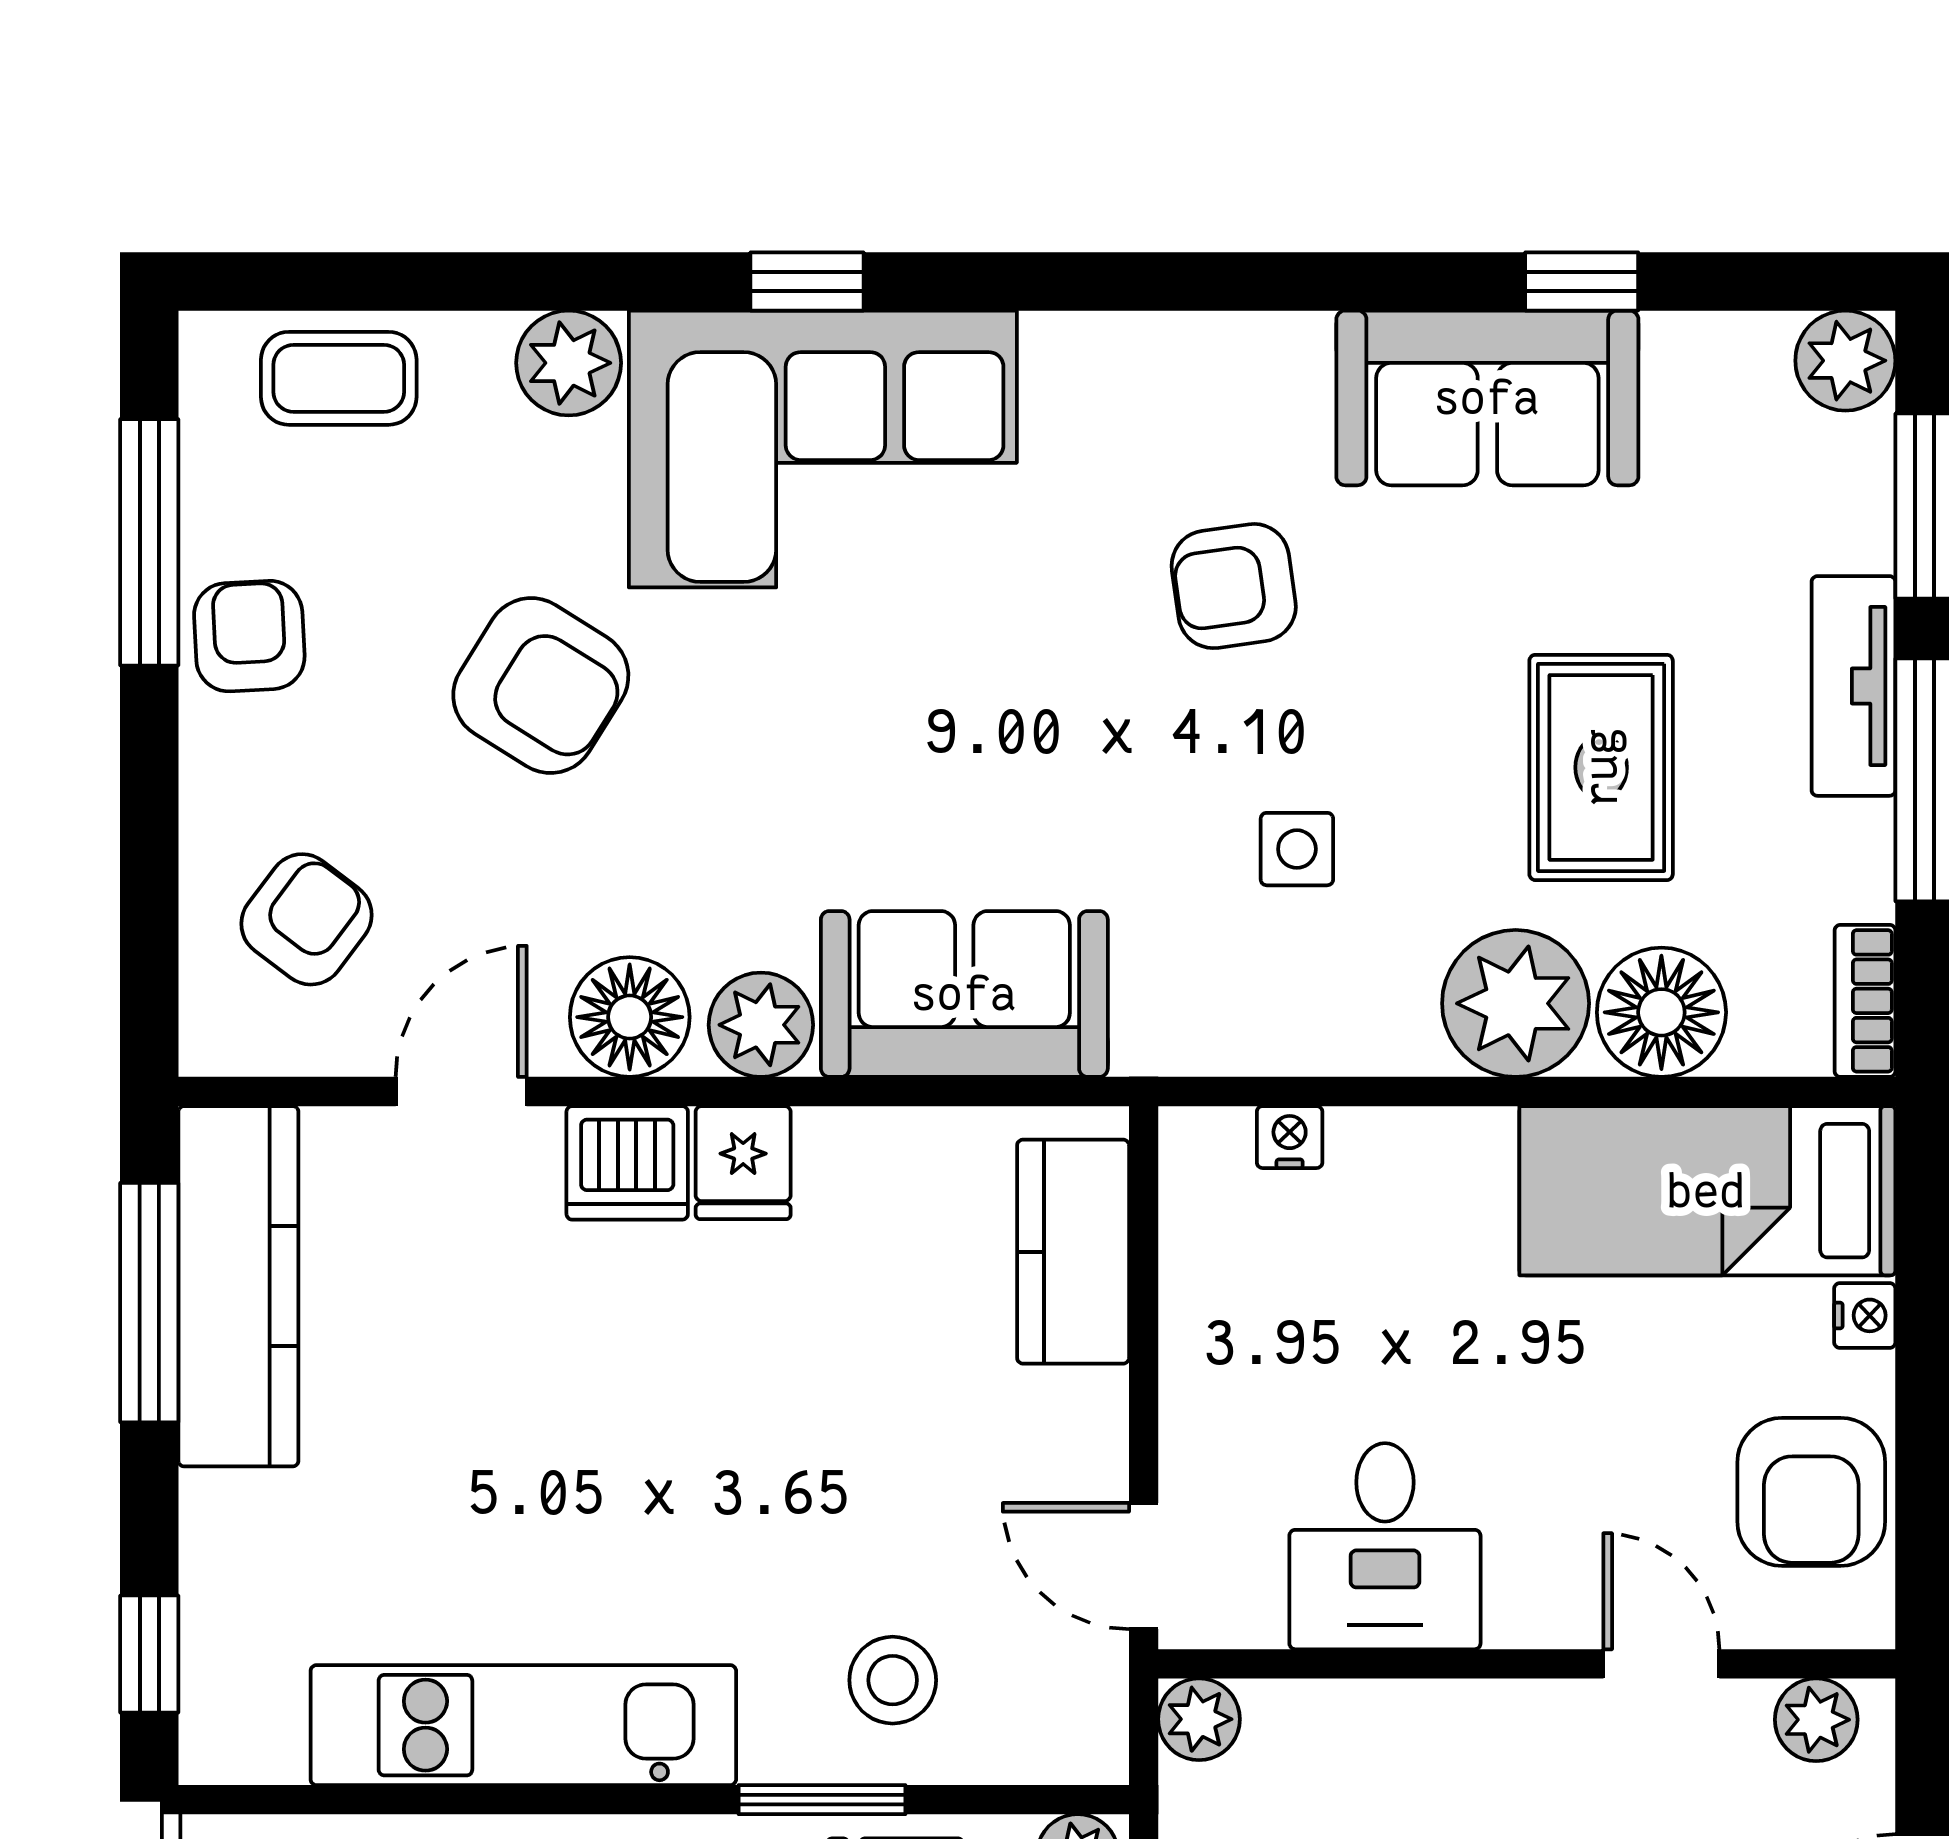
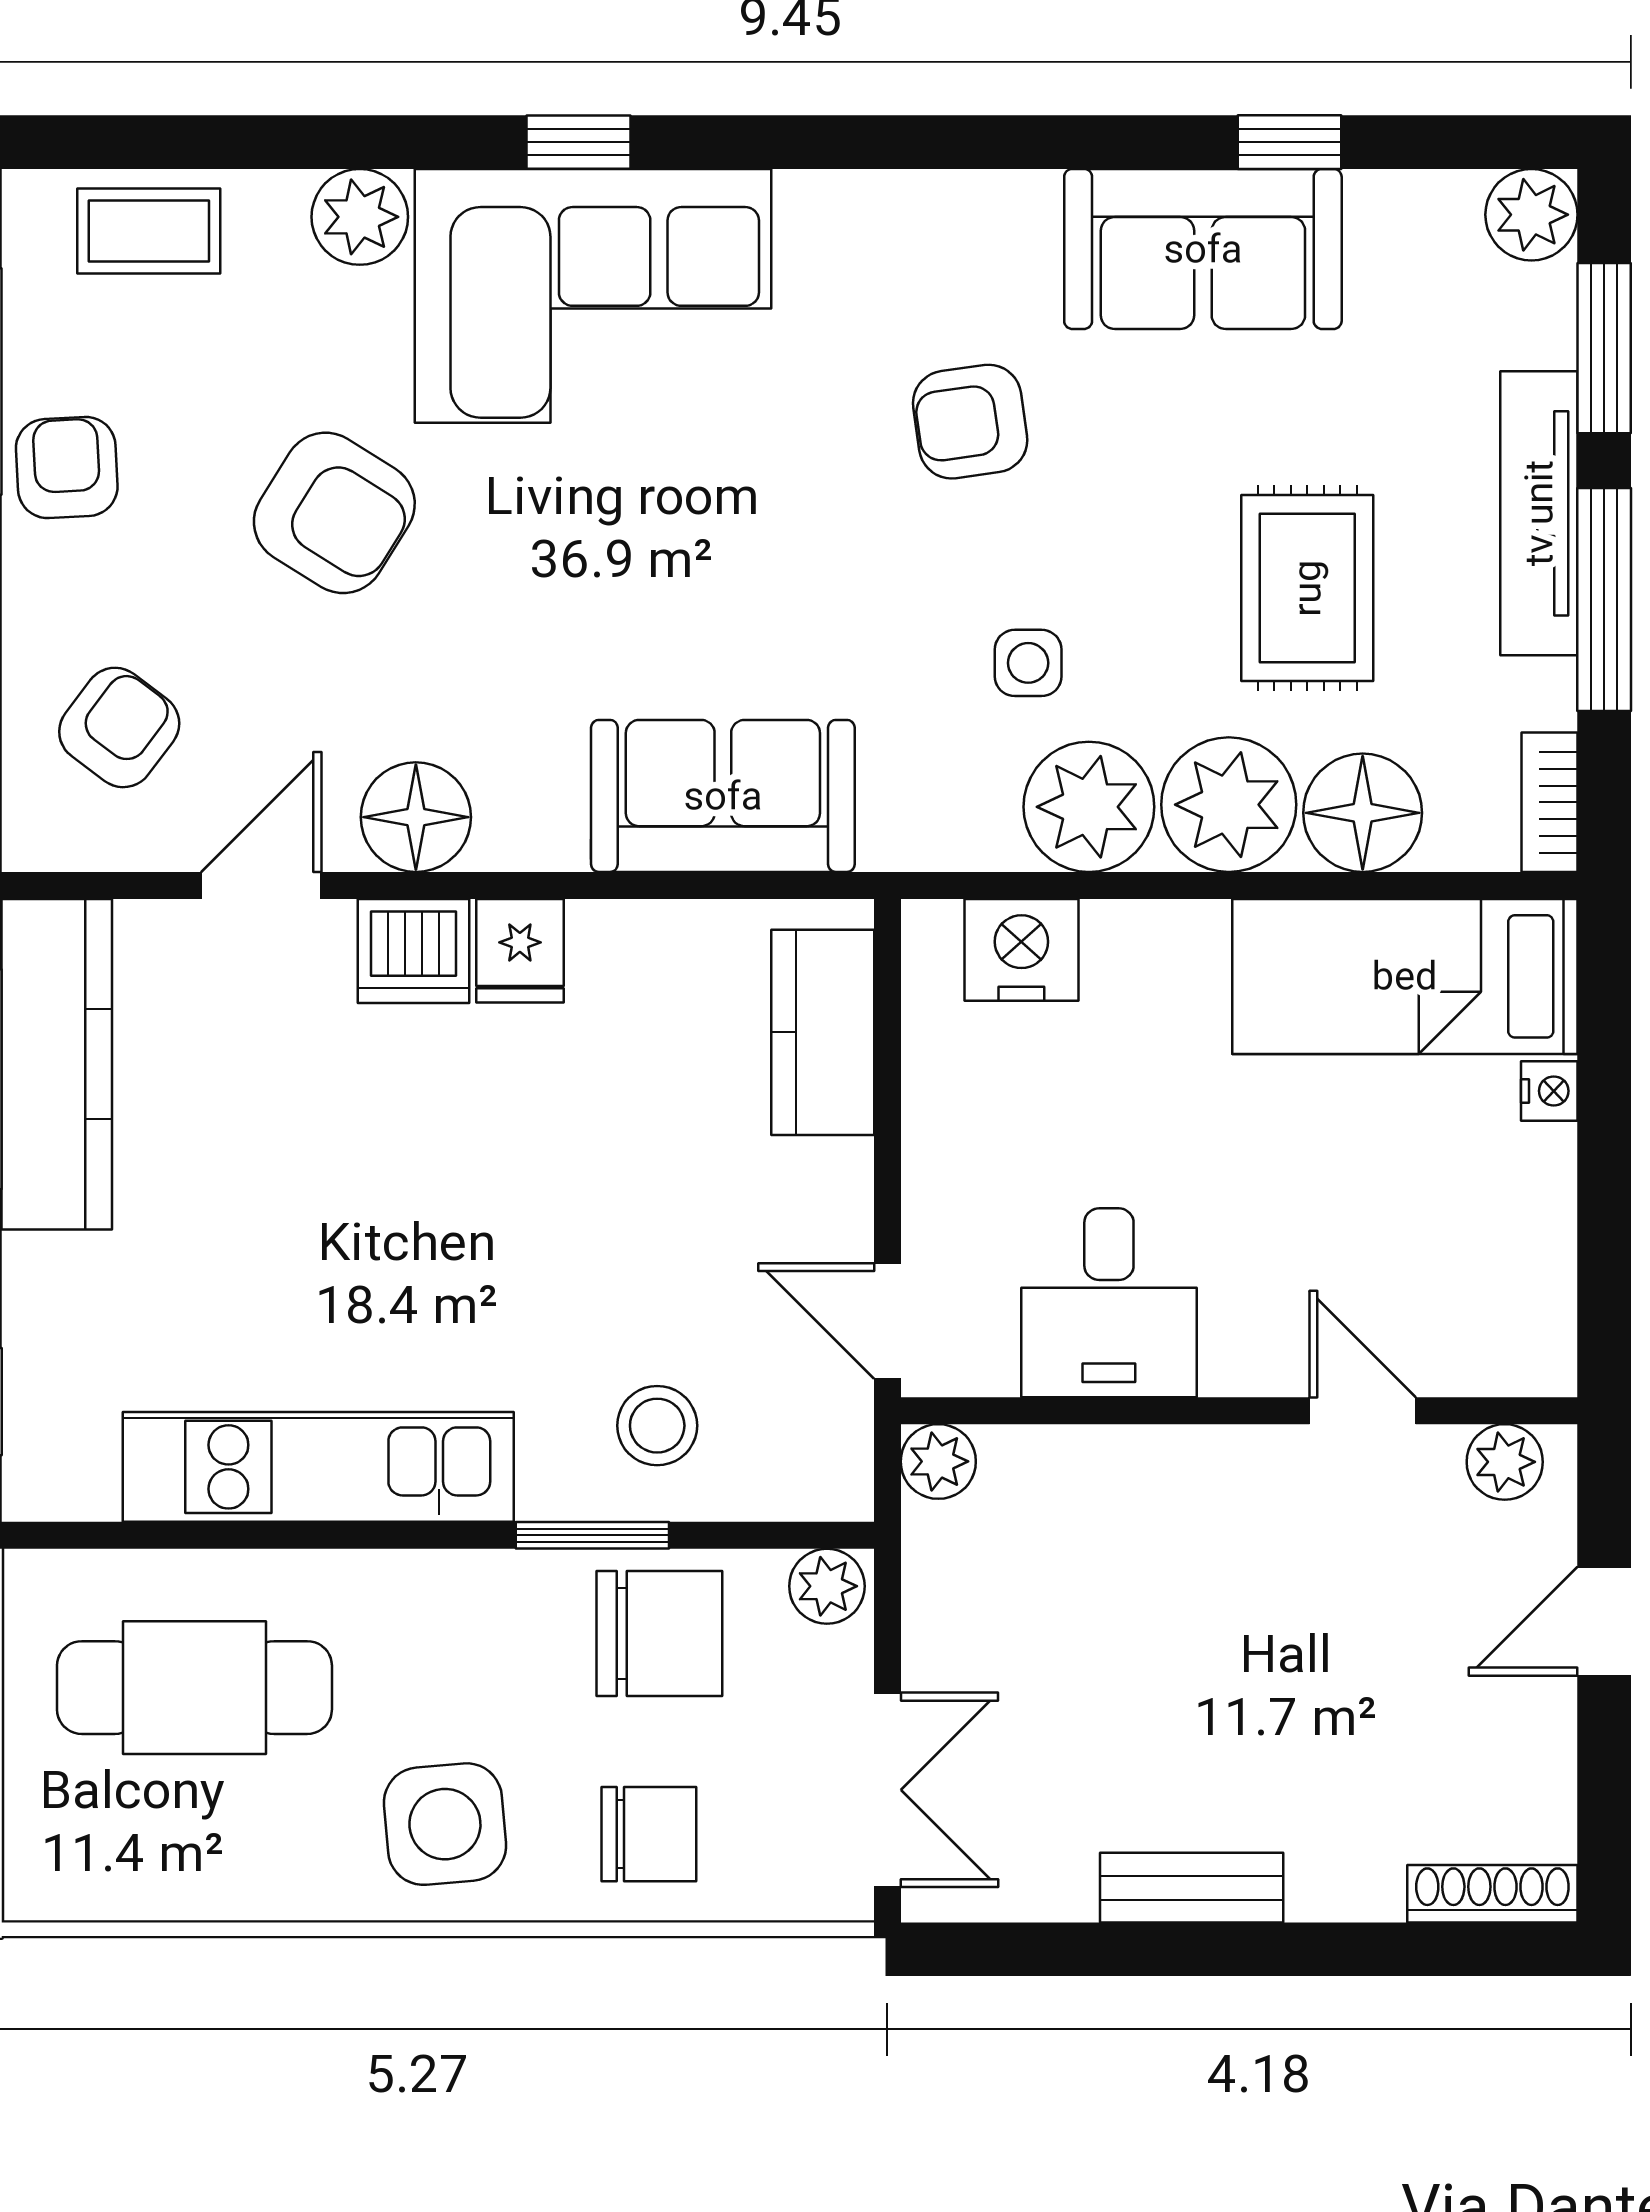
tv unit: (1853, 686) -> (1539, 513), width x1.41
plant: (761, 1025) -> (1089, 807), moved, width x1.36, depth x1.36
nightstand: (1290, 1137) -> (1021, 950), width x1.89, depth x1.79
armchair: (1811, 1492) -> (1500, 1253), removed

